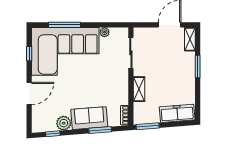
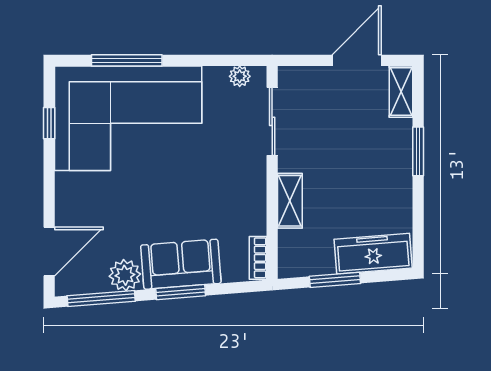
plant: (105, 32) -> (240, 76), moved
door: (29, 93) -> (49, 251), moved
window: (148, 126) -> (335, 280), moved
window: (100, 130) -> (181, 292), moved
window: (53, 134) -> (101, 298), width x2.17

